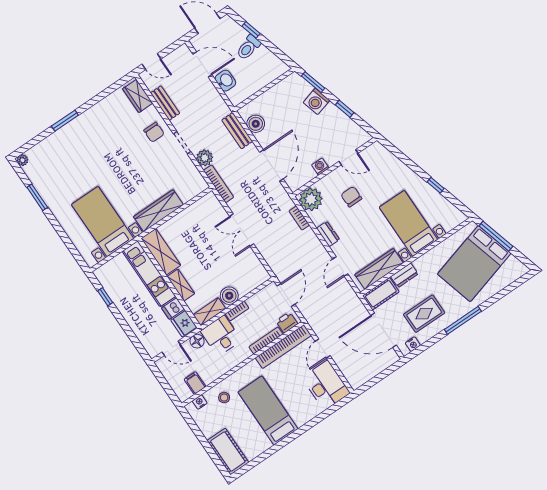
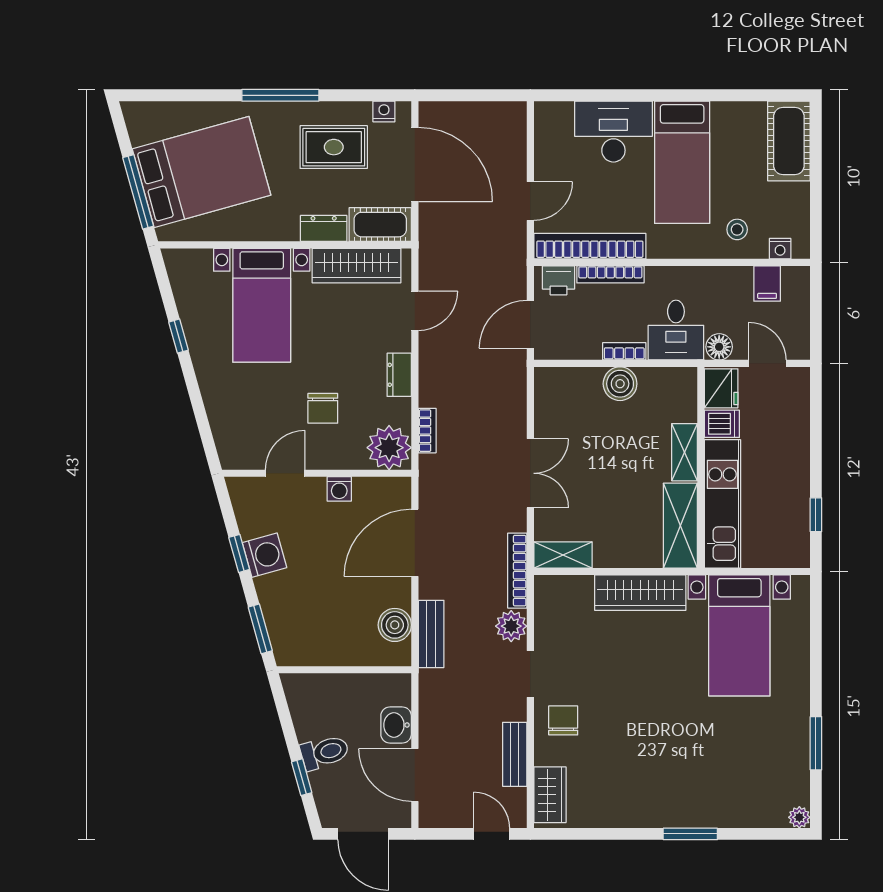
washing machine: (316, 101) -> (265, 555), moved
door: (348, 157) -> (285, 473), hinge flipped
shelving: (209, 312) -> (563, 555), moved
desk: (326, 385) -> (613, 132), moved, turned 90

